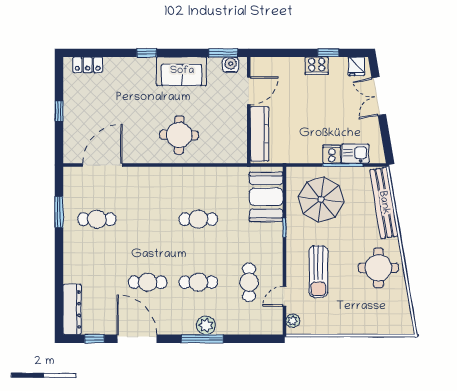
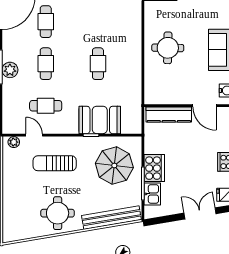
cooker: (332, 154) -> (154, 168), width x1.87, depth x1.31
booth: (266, 197) -> (100, 120), moved

